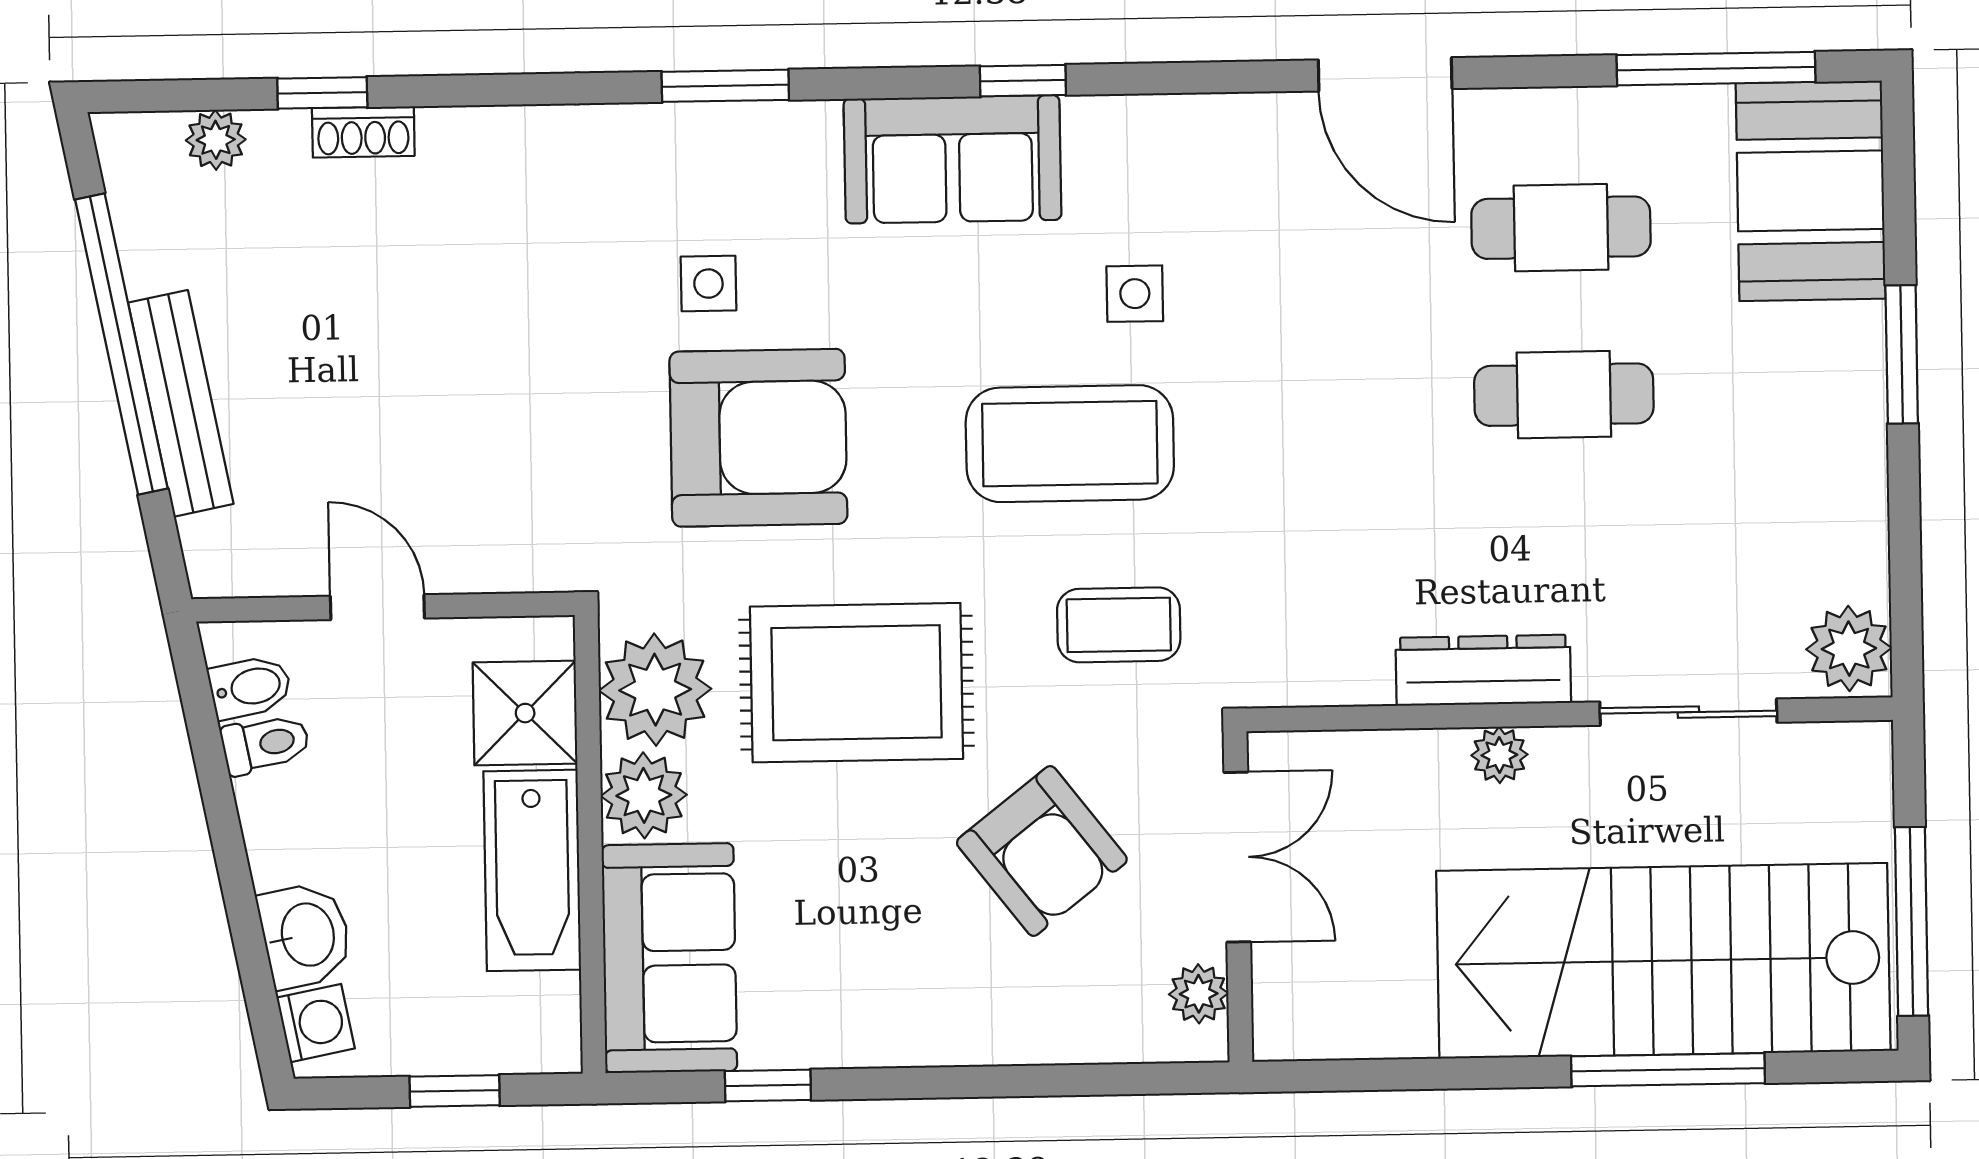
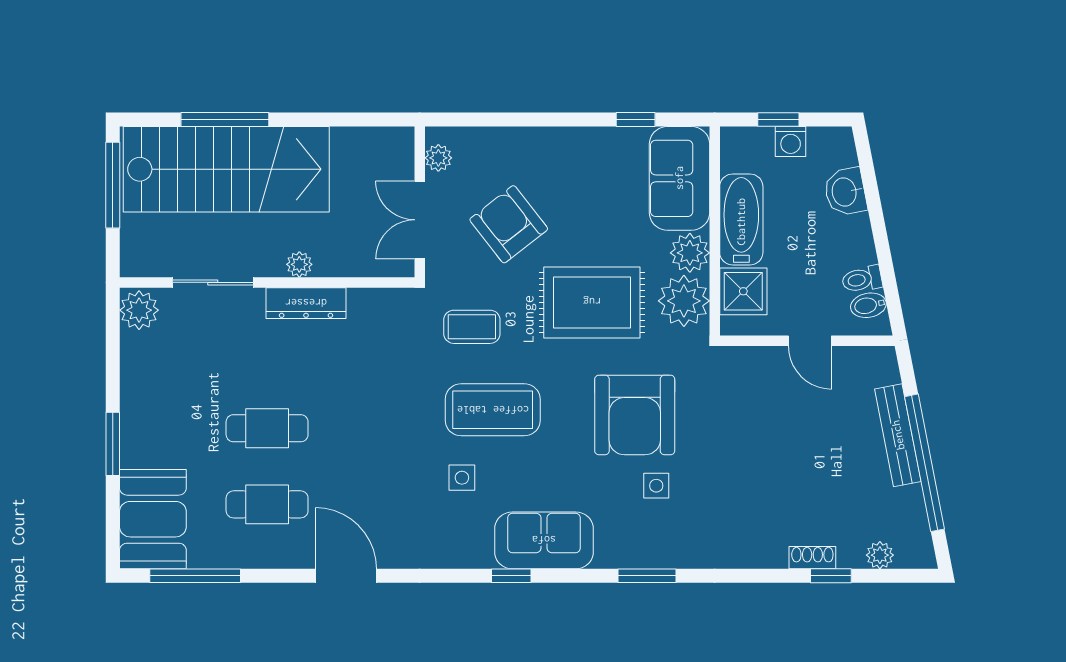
armchair: (758, 438) -> (635, 415), turned -90
washing machine: (316, 1023) -> (791, 141), moved, turned -79

